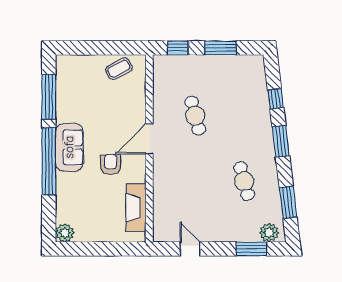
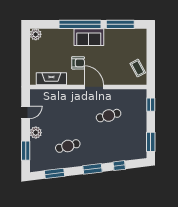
window: (221, 48) -> (151, 142), moved
plant: (269, 233) -> (36, 133), moved

